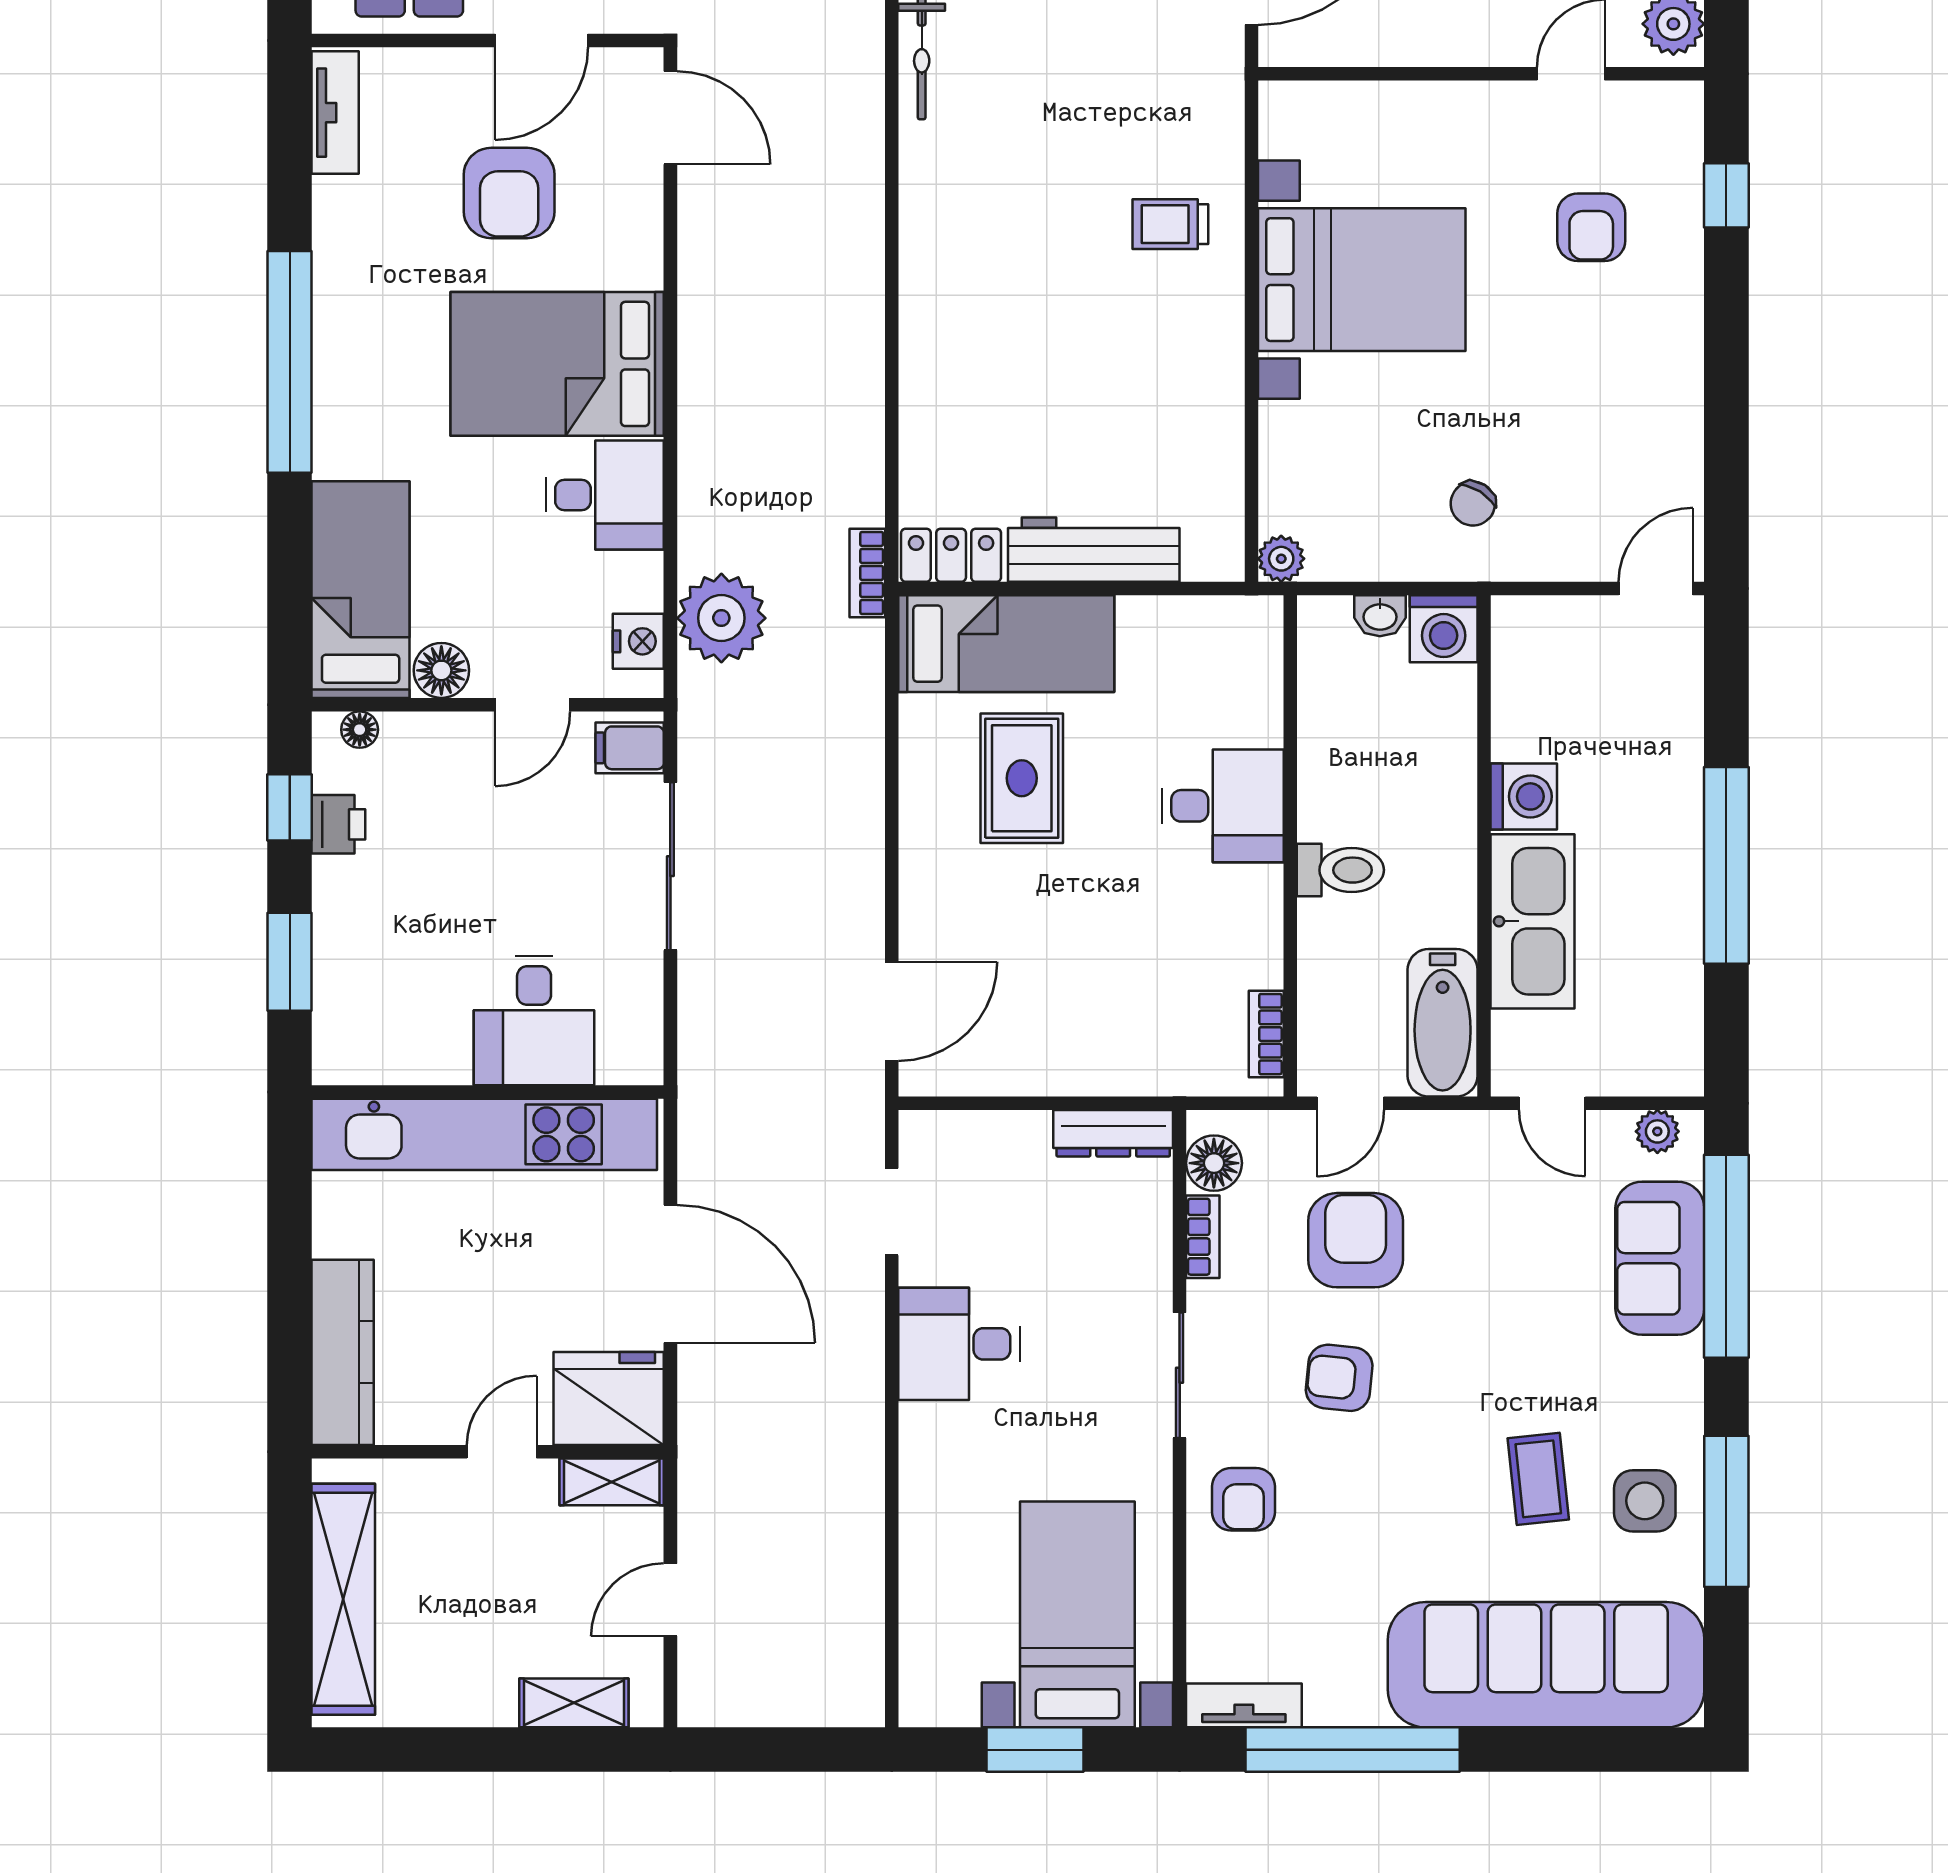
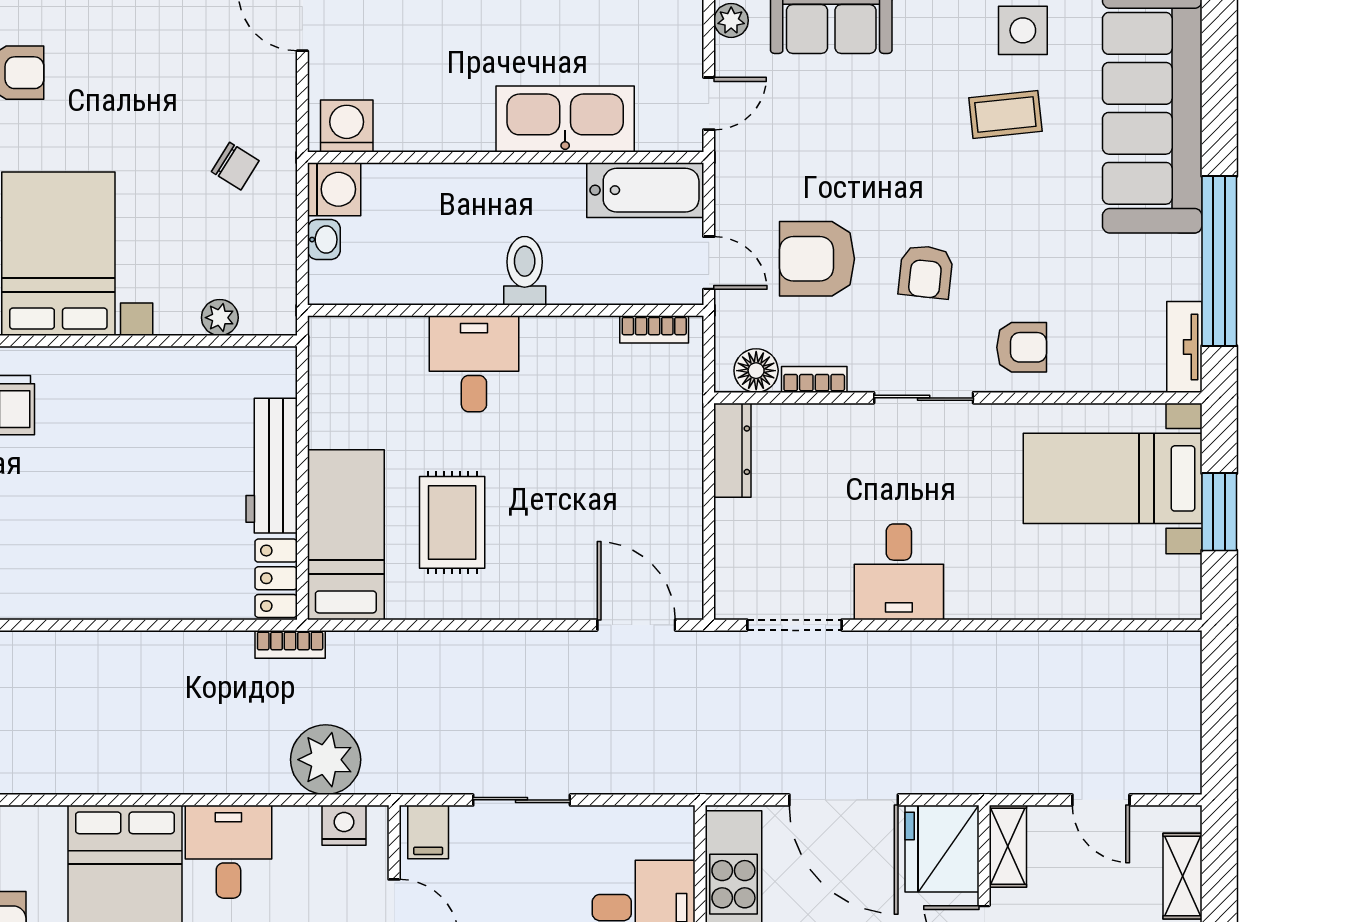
plant: (1281, 559) -> (220, 318), moved
rug: (1022, 778) -> (452, 522), turned 90
washing machine: (1524, 796) -> (347, 126), moved
sliding door: (670, 866) -> (522, 800), width x0.73
doorway: (892, 1212) -> (794, 625), width x1.38
door: (670, 1274) -> (844, 800), swing flipped

